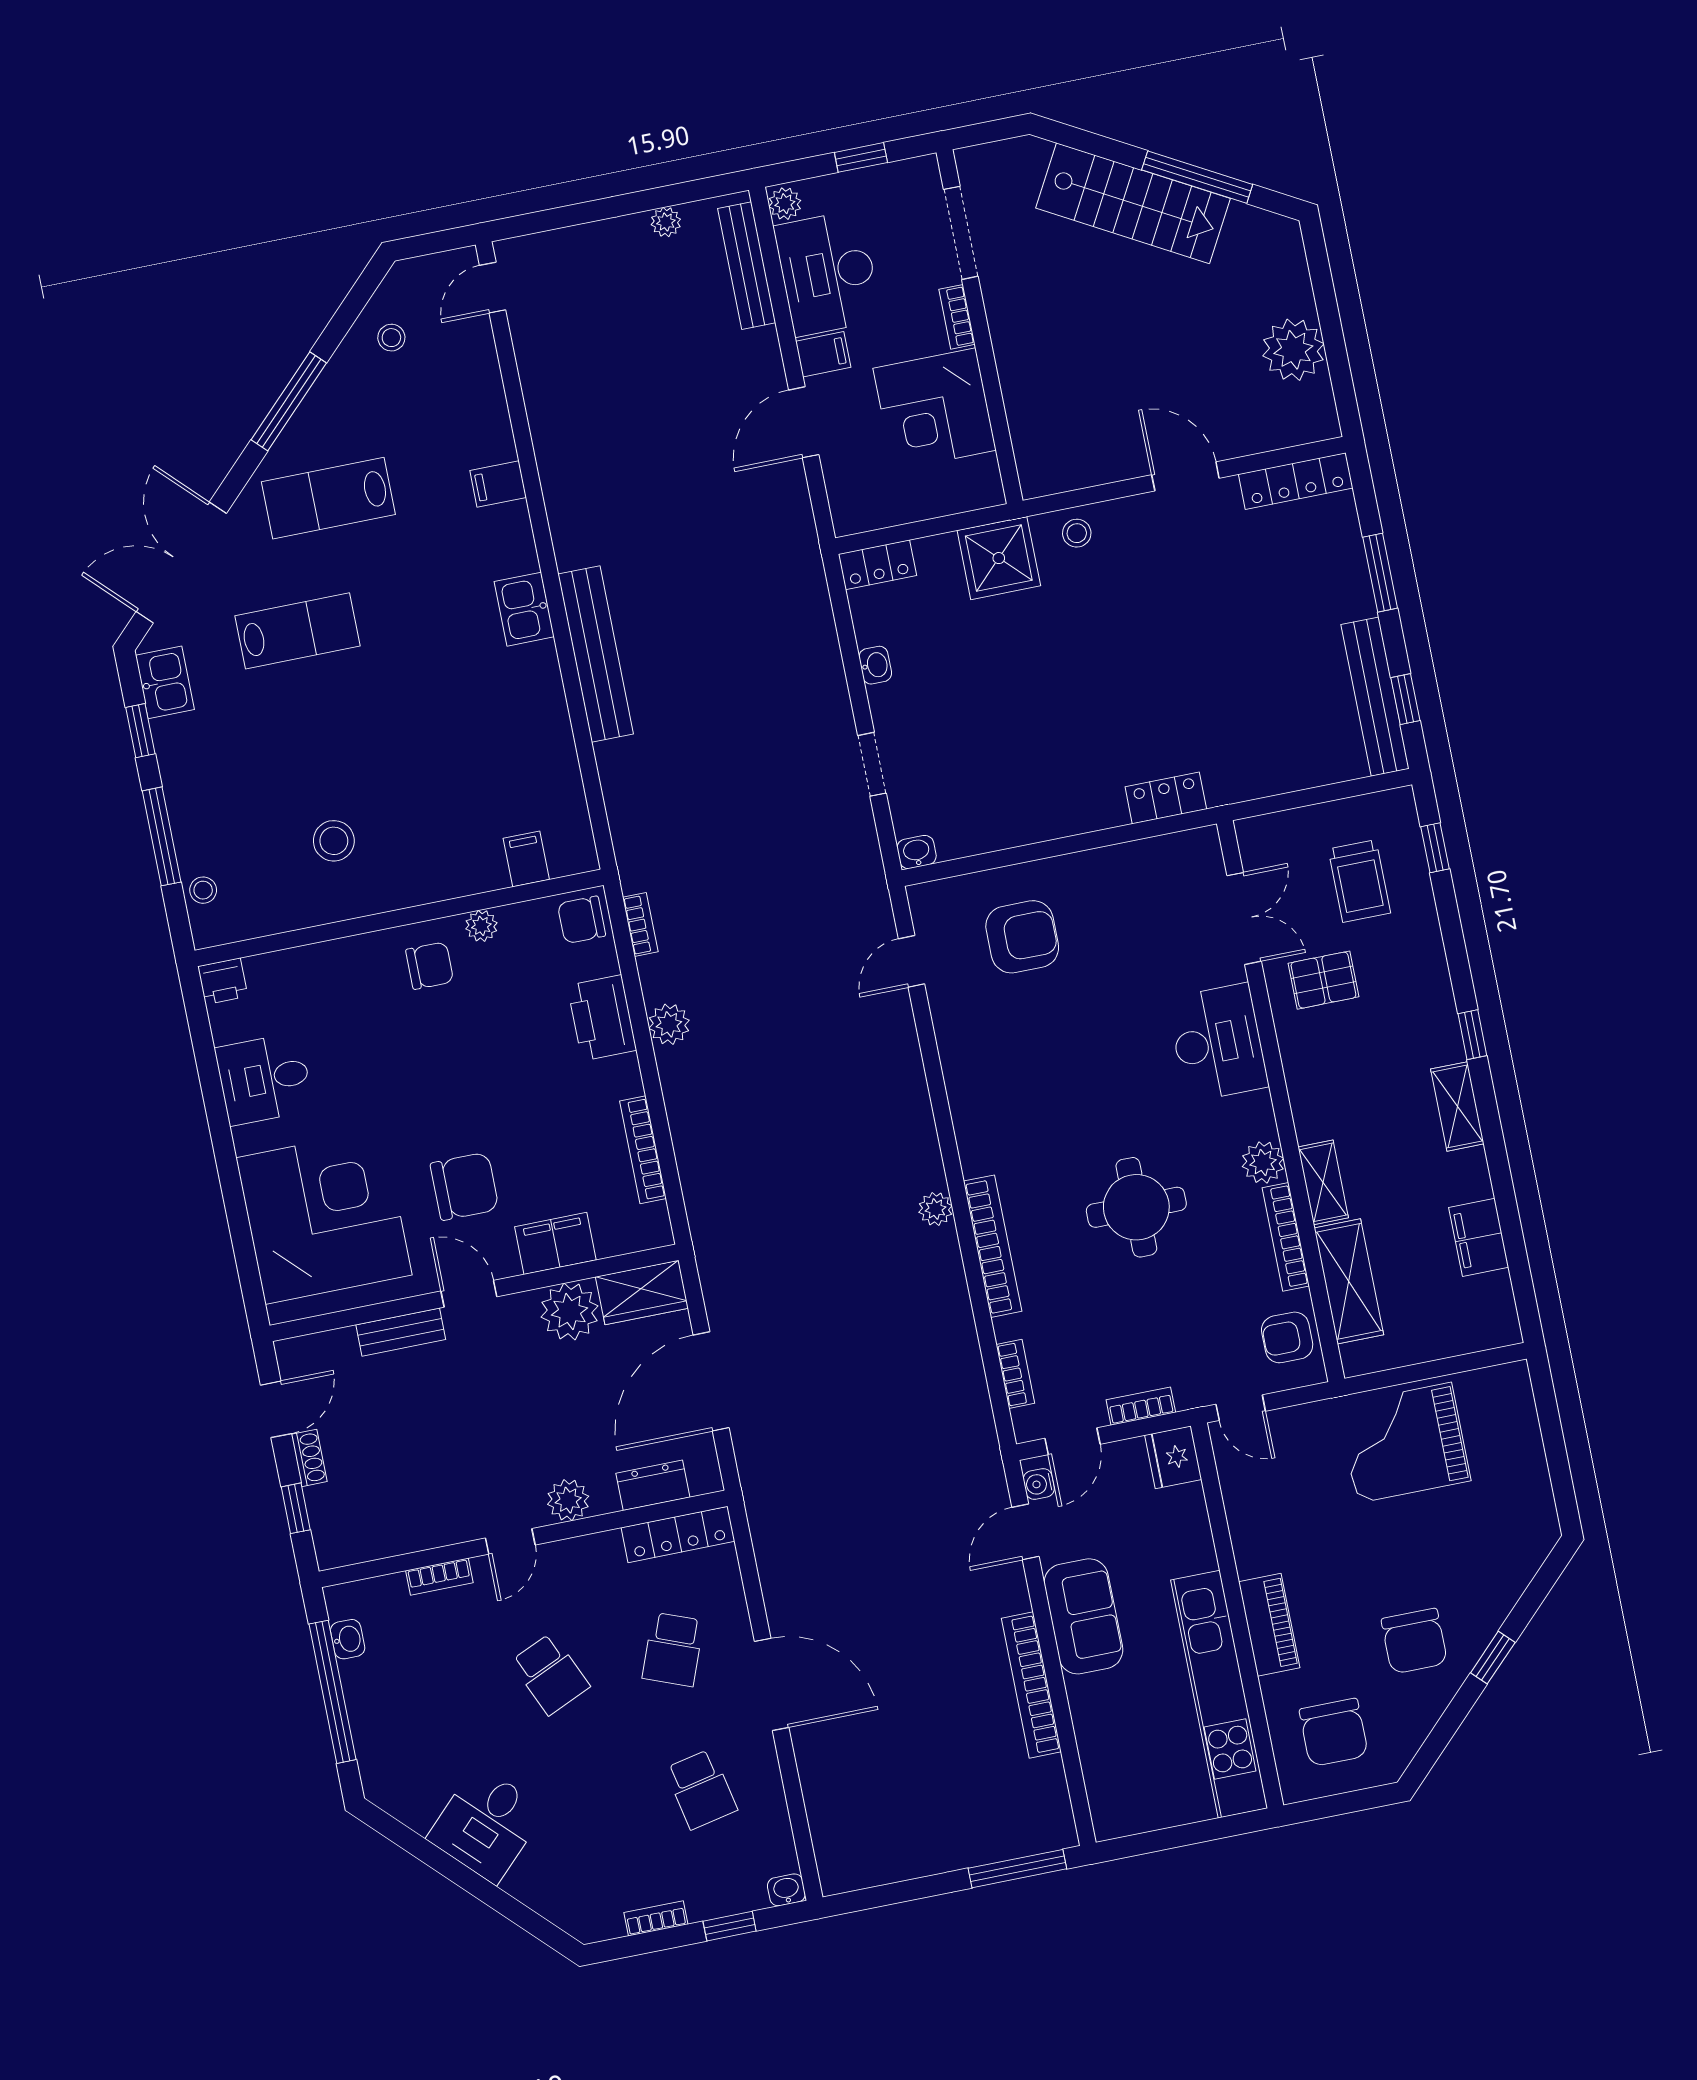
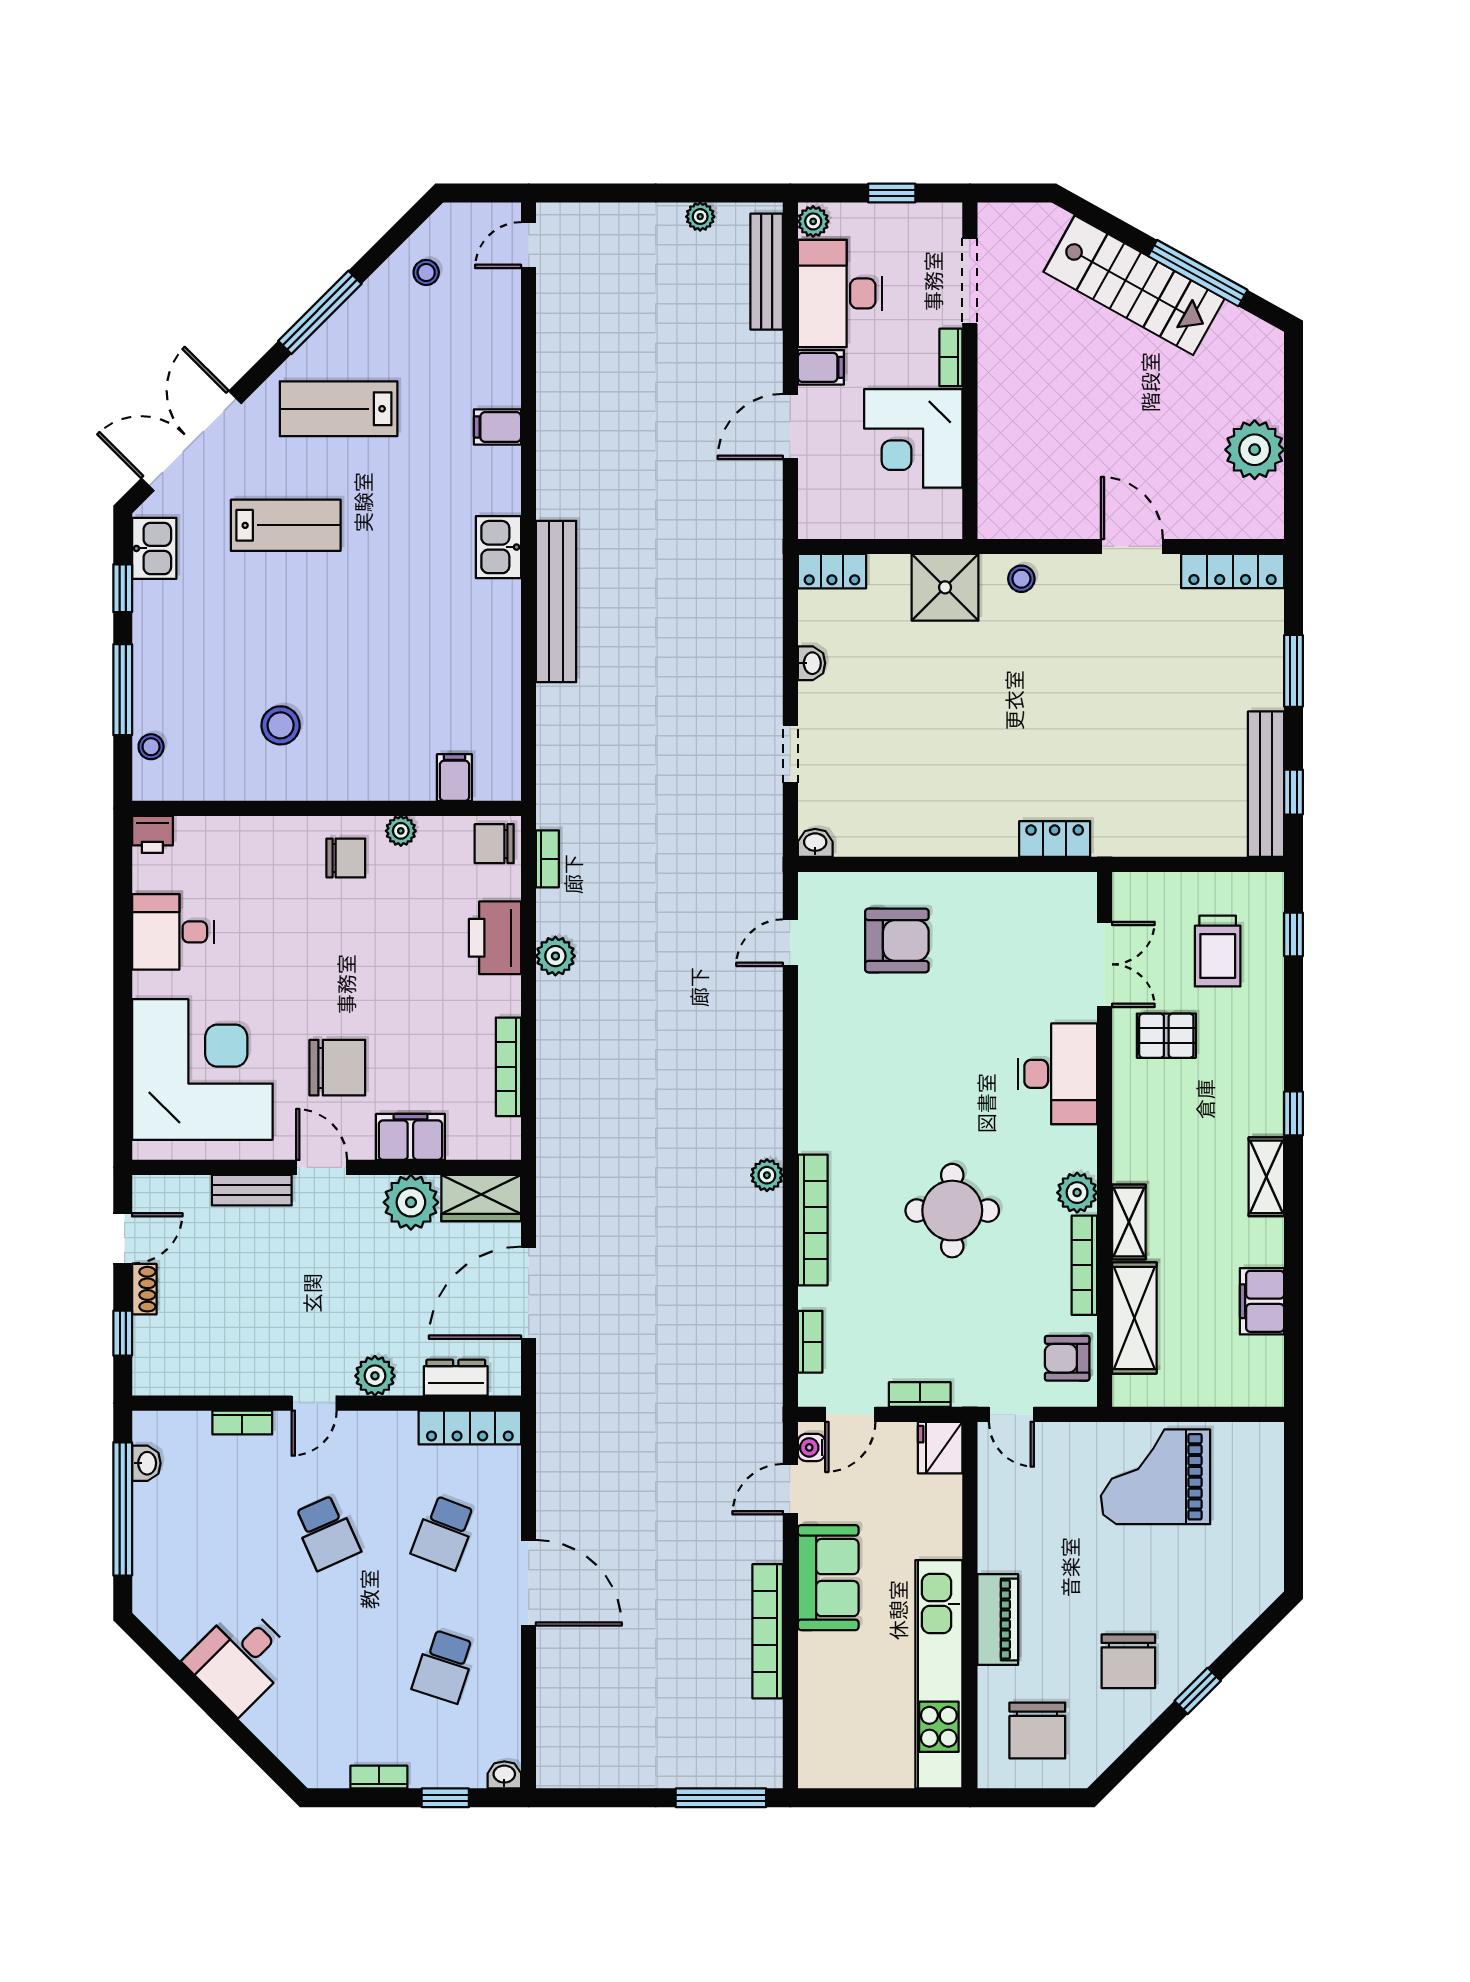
school desk: (701, 1789) -> (444, 1666), turned 30

